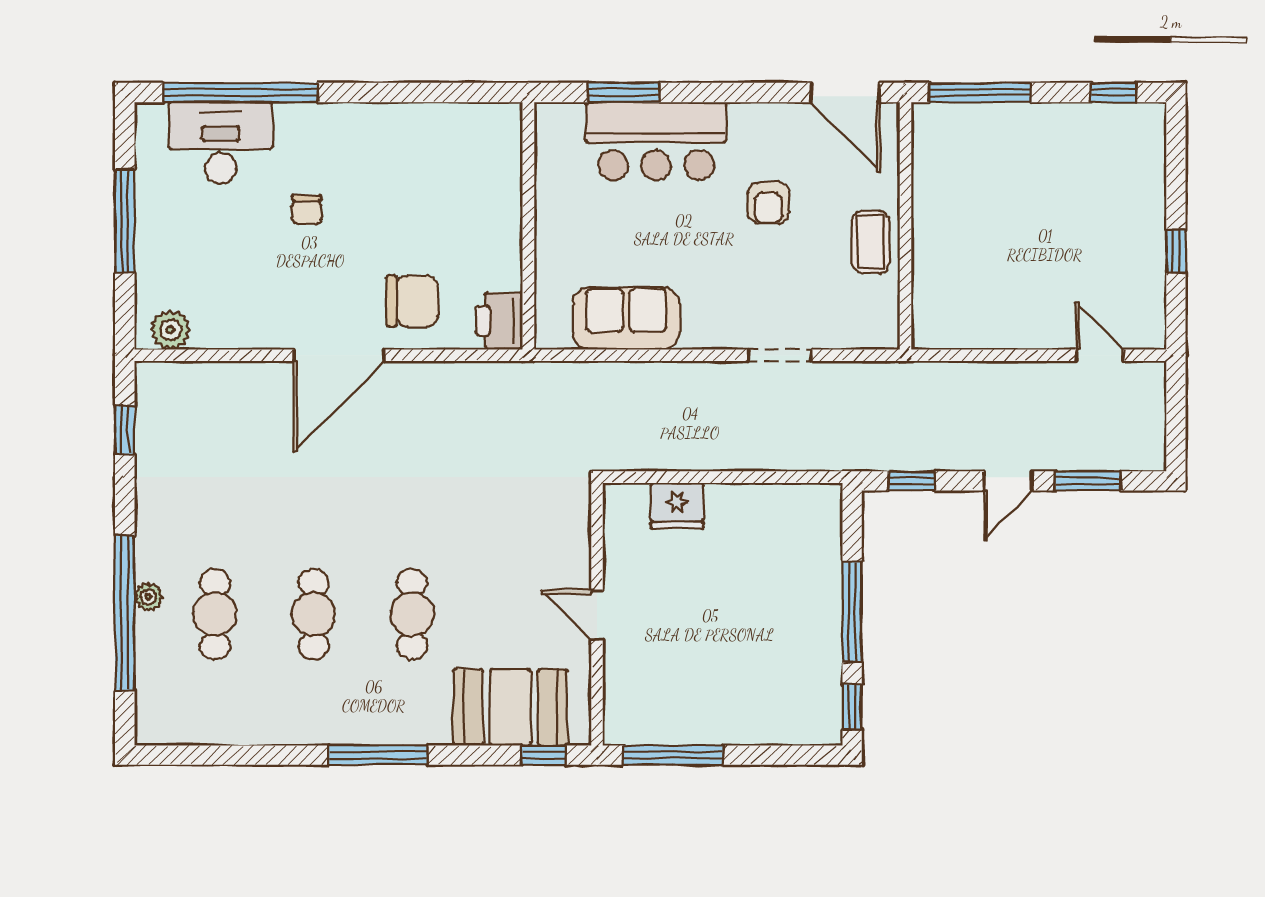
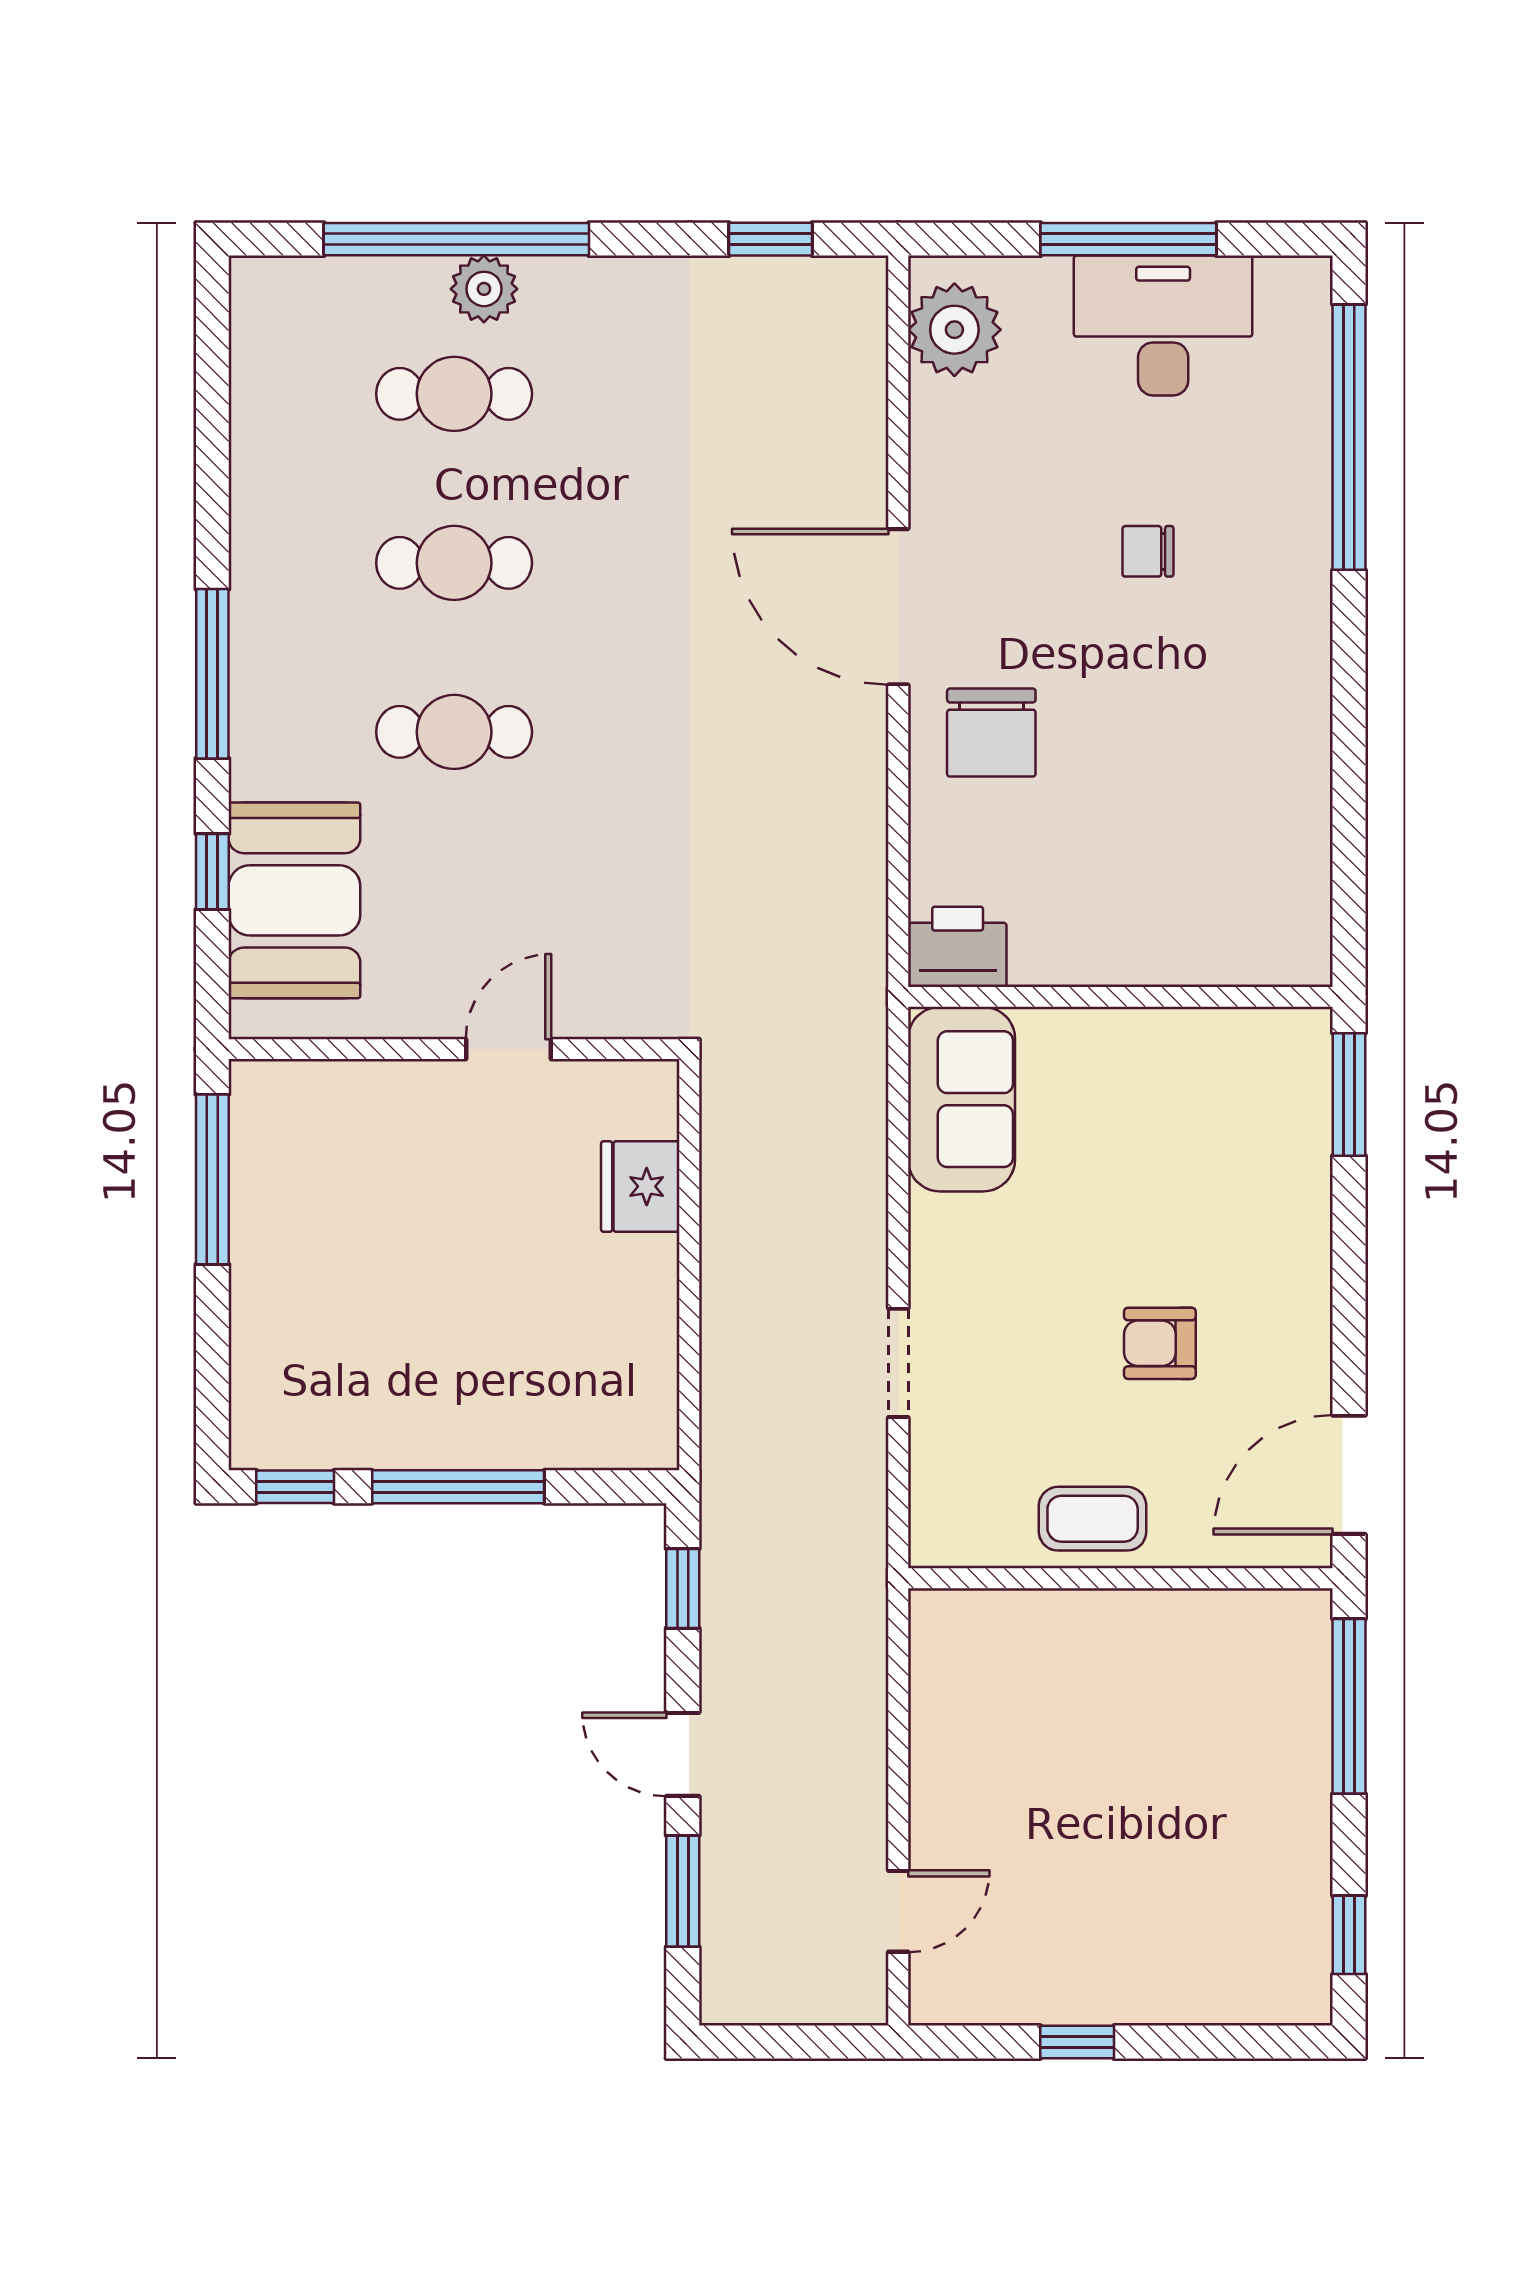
bar counter: (656, 141) -> (1266, 1150), removed
desk: (221, 143) -> (1163, 326), moved, turned -90
wall: (528, 226) -> (1120, 997), moved
printer: (499, 321) -> (958, 947), moved
plant: (170, 330) -> (954, 330), width x1.36, depth x1.36
plant: (148, 597) -> (484, 289), width x1.38, depth x1.38
door: (597, 615) -> (509, 1049), moved
window: (544, 755) -> (212, 872), moved

